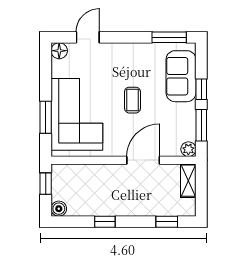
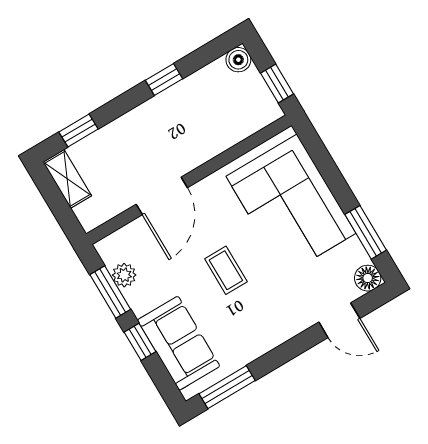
door: (88, 37) -> (339, 320), hinge flipped
window: (46, 117) -> (366, 232), moved
plant: (188, 149) -> (124, 275), moved
shelving: (188, 181) -> (67, 179), moved

